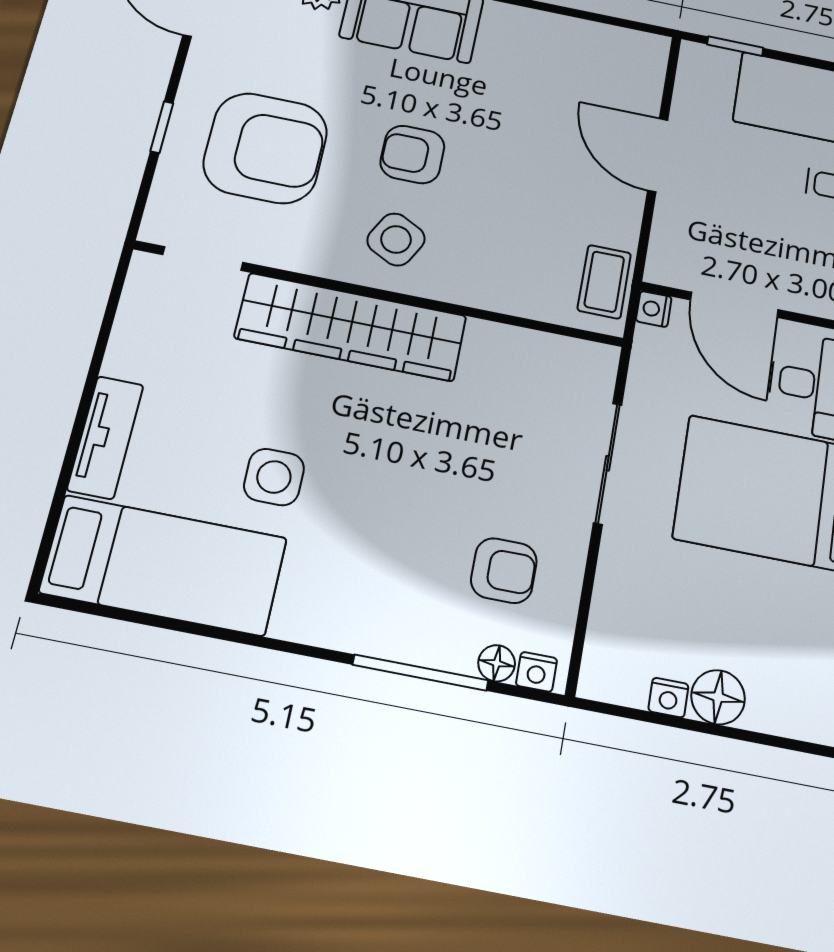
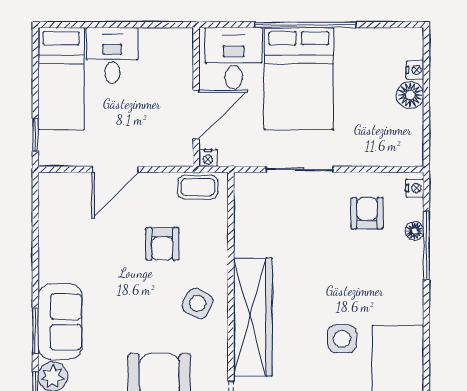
armchair: (412, 154) -> (162, 244), moved
floor lamp: (497, 663) -> (415, 231), moved
nightstand: (668, 698) -> (415, 70), moved

